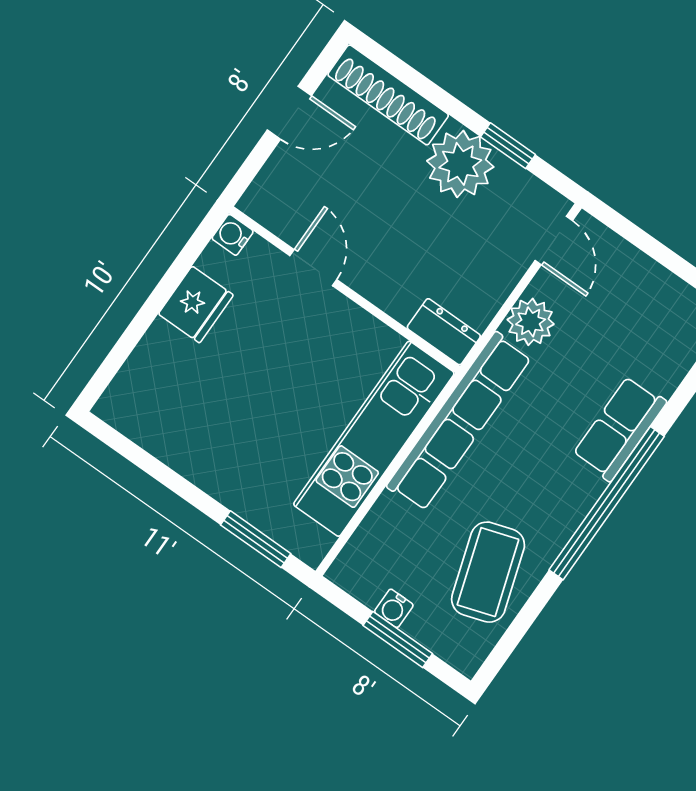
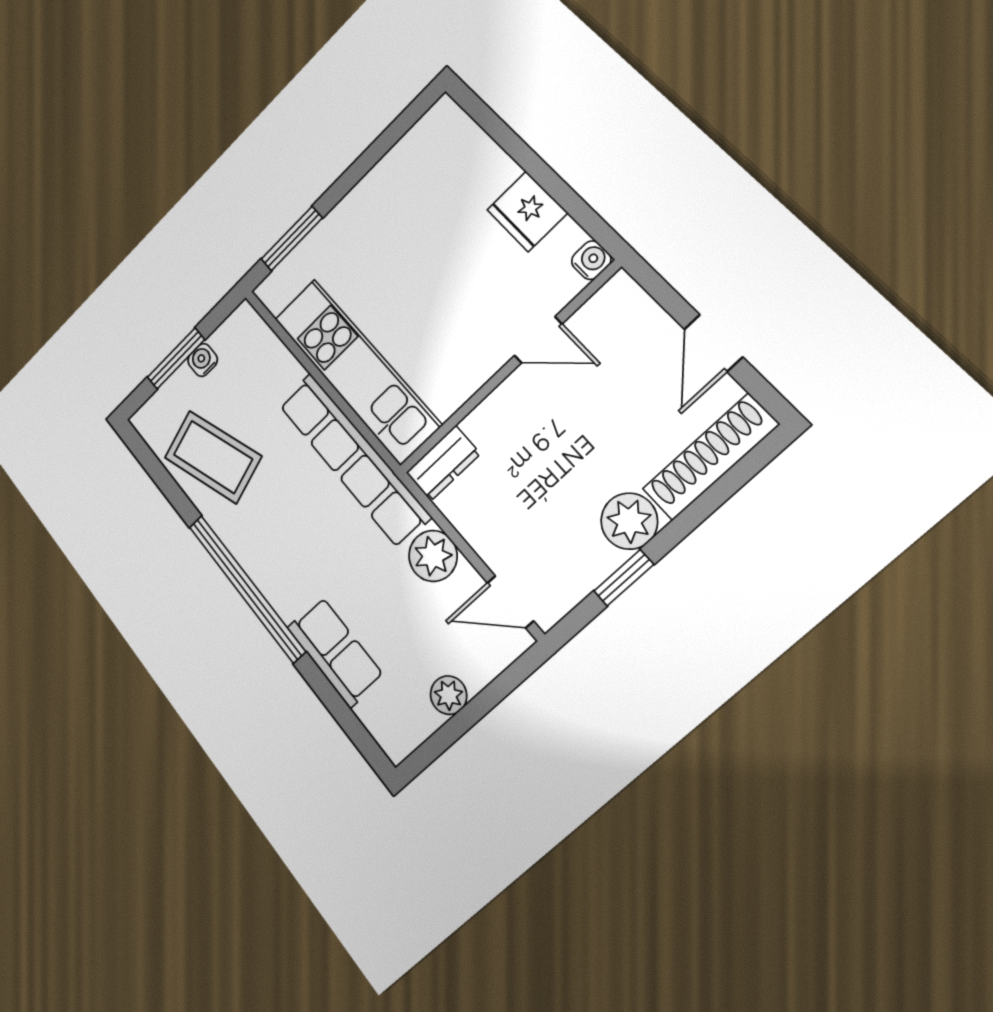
plant: (460, 164) -> (629, 521), width x0.73, depth x0.73
plant: (651, 278) -> (449, 695), added
row of seats: (620, 428) -> (335, 652), moved

